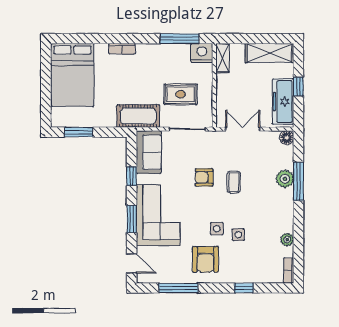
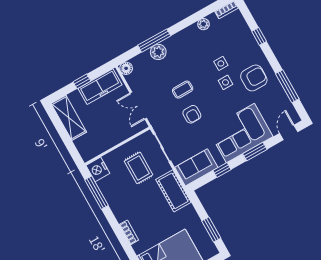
shelving: (222, 58) -> (93, 152), removed

